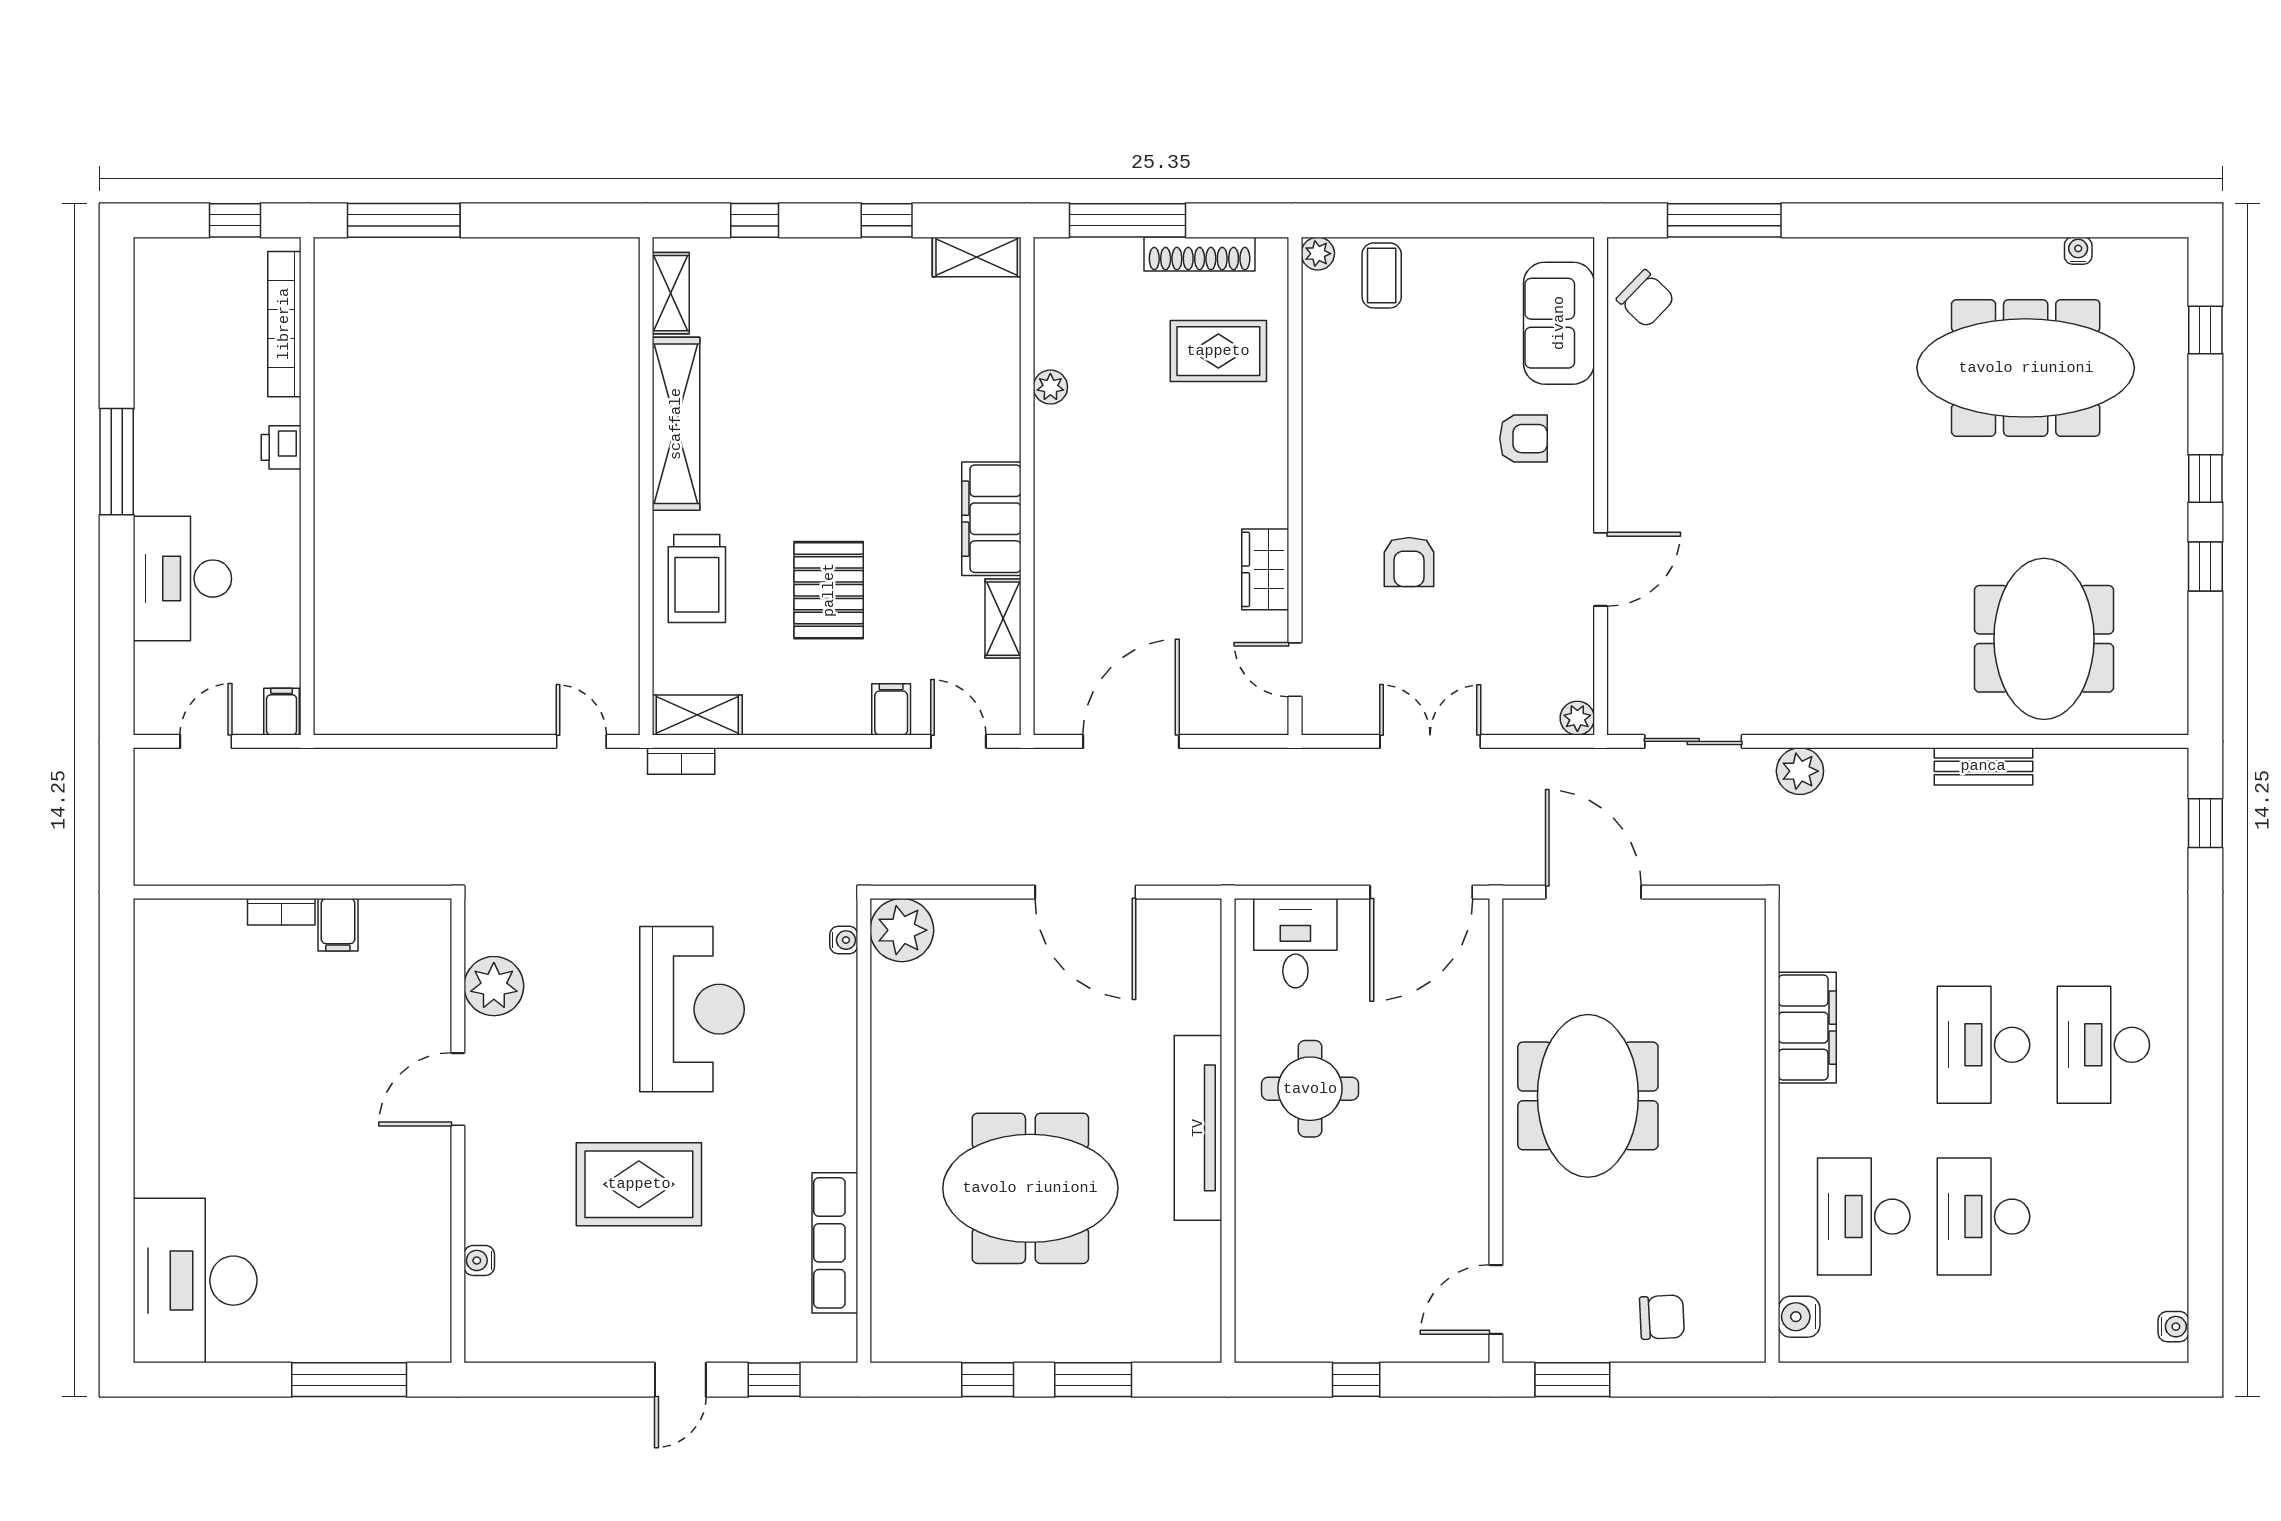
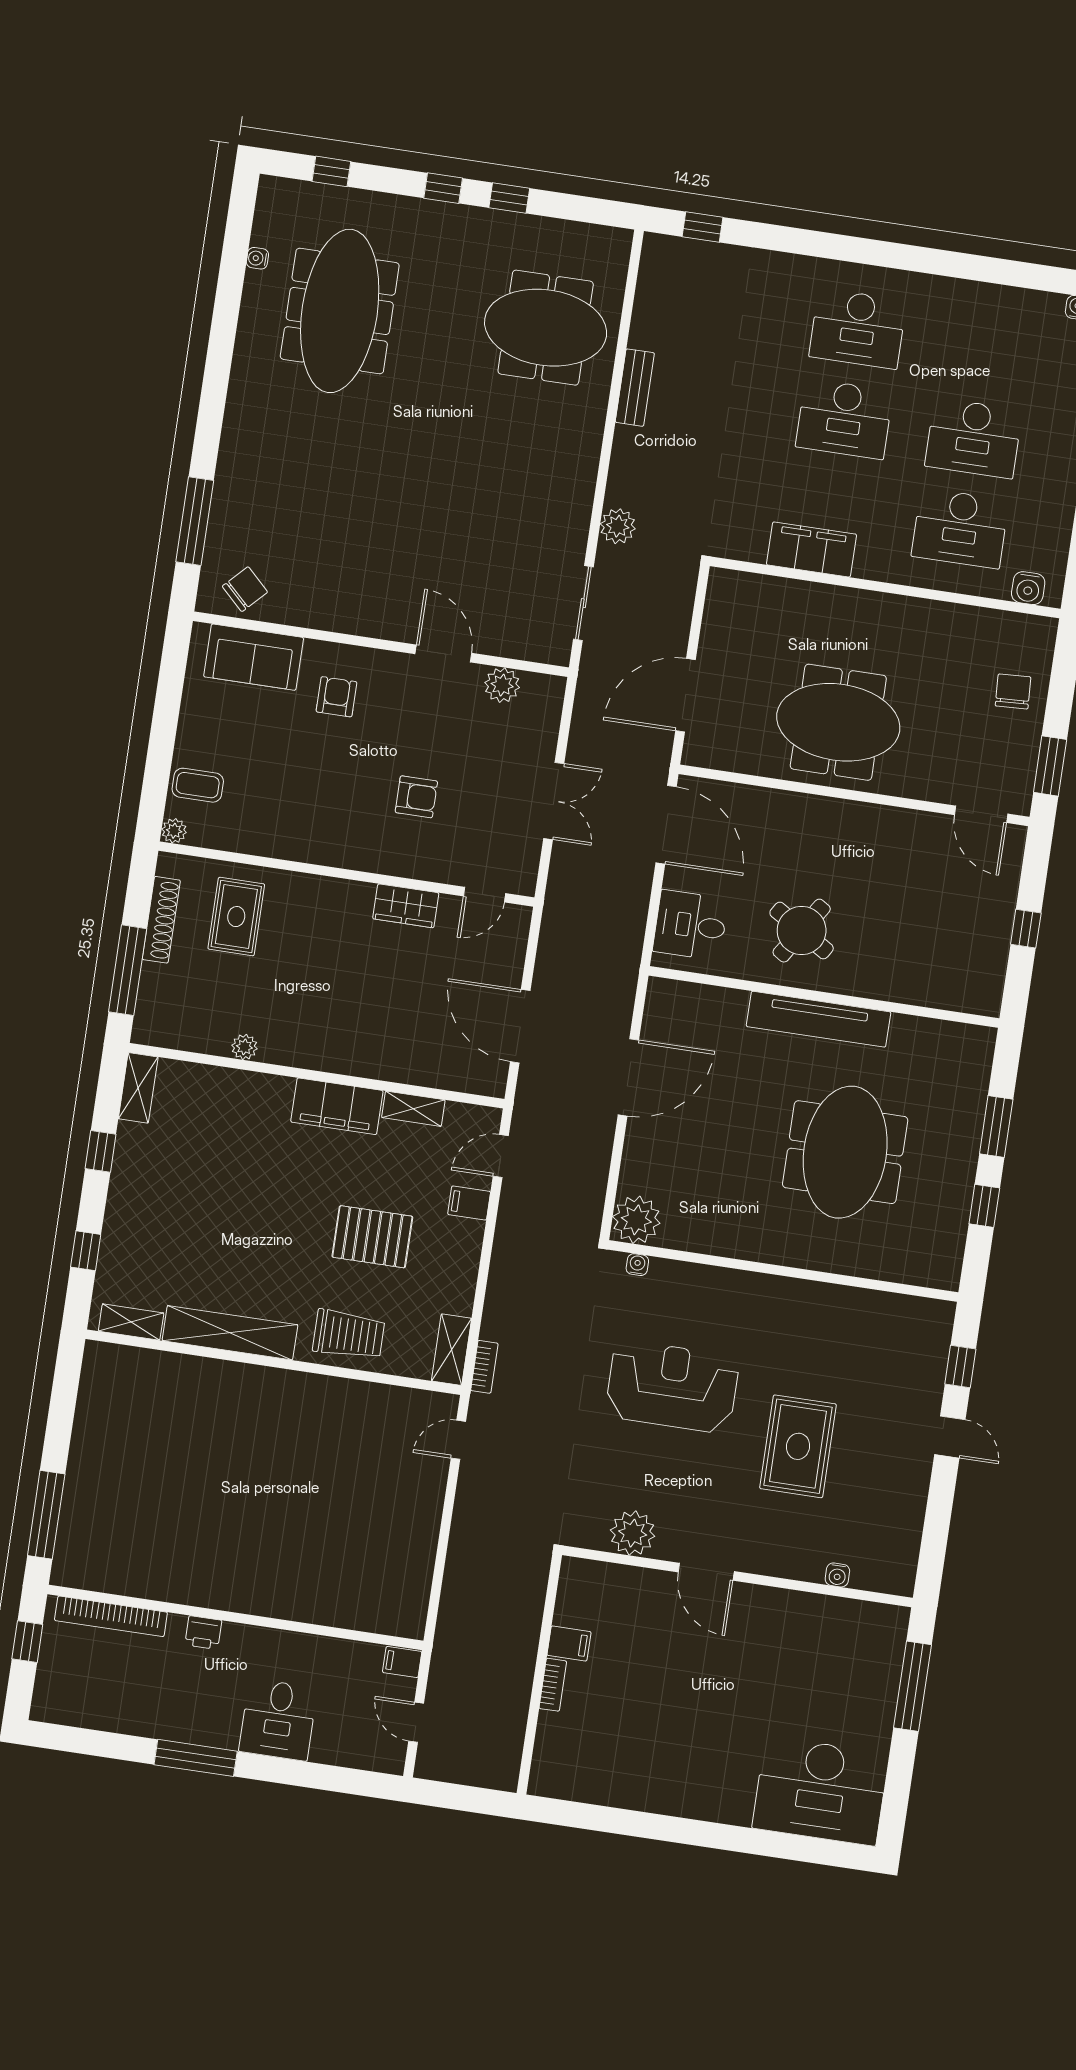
desk: (182, 579) -> (278, 1720), width x0.73
plant: (1577, 718) -> (502, 685), moved, width x1.38, depth x1.38
double door: (1430, 741) -> (554, 801), swing flipped
round table: (1310, 1089) -> (802, 931), turned 32
row of seats: (835, 1243) -> (864, 1305), removed

